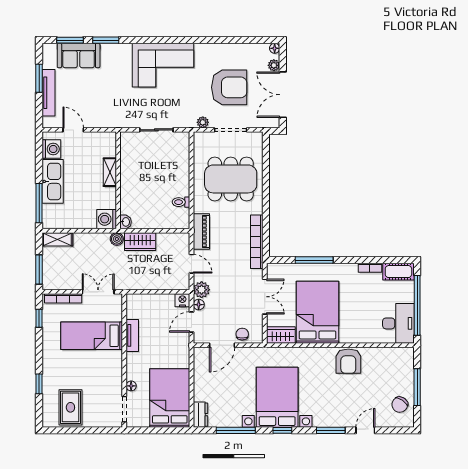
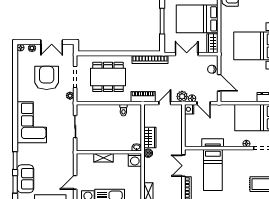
double door: (283, 95) -> (52, 42), width x0.73
dining table: (231, 179) -> (108, 77), turned 90

